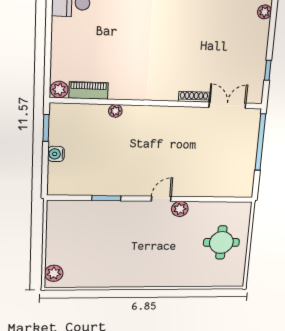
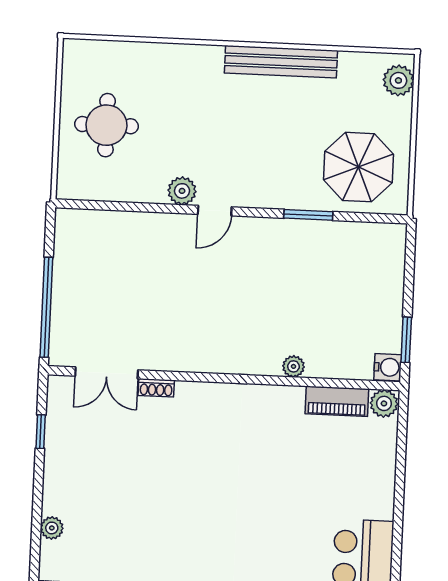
shoe rack: (194, 97) -> (156, 388), width x0.70
water cooler: (56, 154) -> (388, 367), moved
parasol: (77, 226) -> (358, 167), added
bench: (122, 280) -> (281, 62), added

